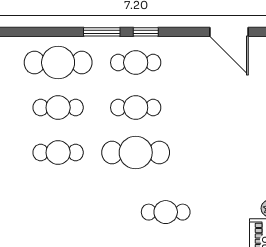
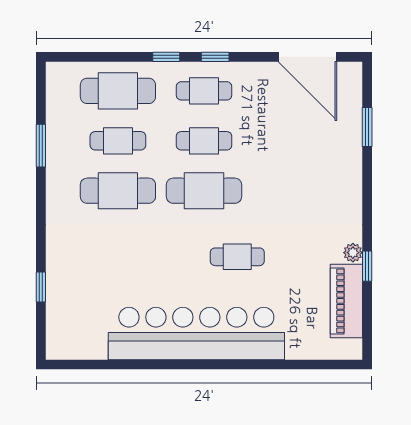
window: (102, 32) -> (166, 57), width x0.67
door: (229, 32) -> (307, 57), width x1.36
cafe table: (58, 153) -> (118, 191), width x1.37, depth x1.35

